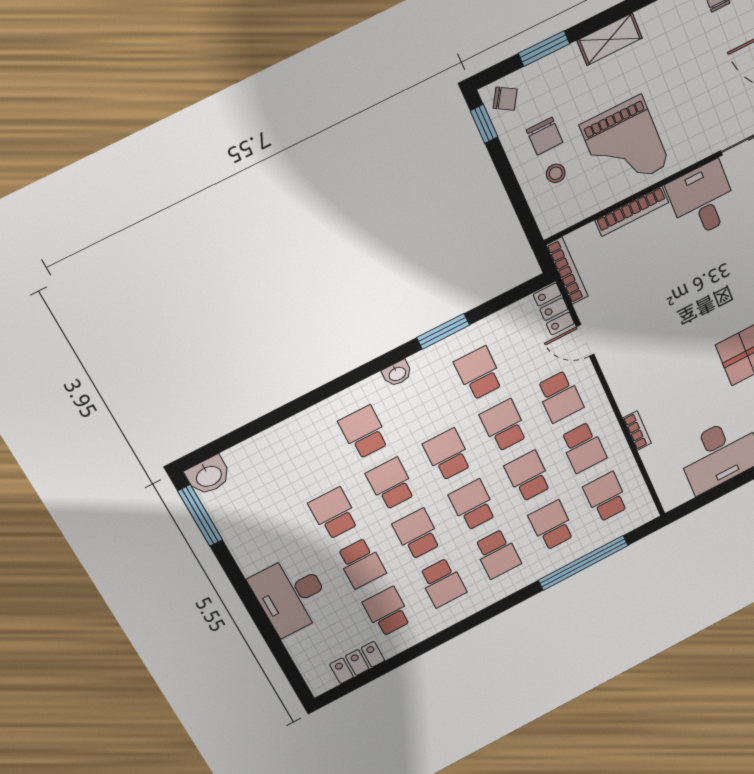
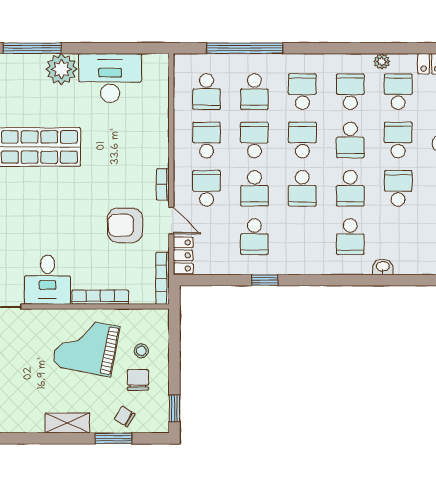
chair: (505, 99) -> (125, 416), moved
grand piano: (625, 145) -> (86, 346), turned -79
armchair: (637, 307) -> (125, 225), added
window: (443, 331) -> (265, 280), width x0.67
washbasin: (397, 373) -> (383, 267), moved
bookcase: (637, 431) -> (163, 184), moved
school desk: (528, 476) -> (254, 140), turned 180
school desk: (473, 505) -> (302, 140), turned 180
school desk: (334, 513) -> (398, 188), turned 180
school desk: (387, 612) -> (398, 92), turned 180
plant: (422, 631) -> (382, 61), added

